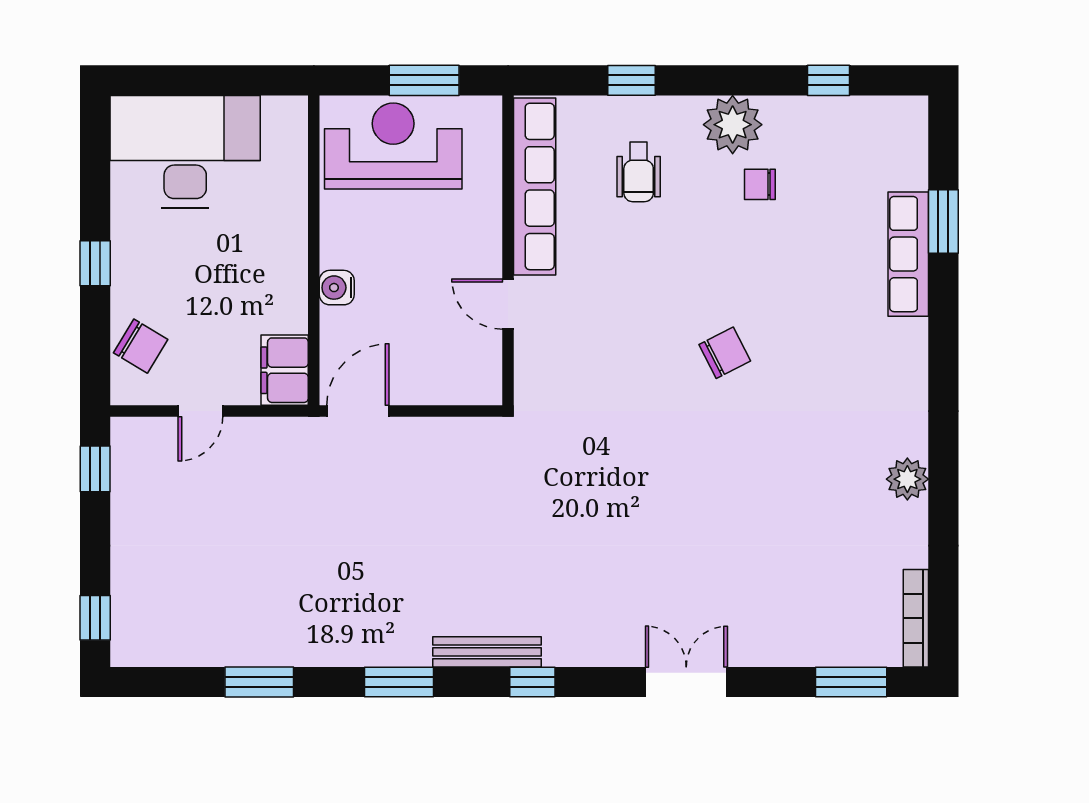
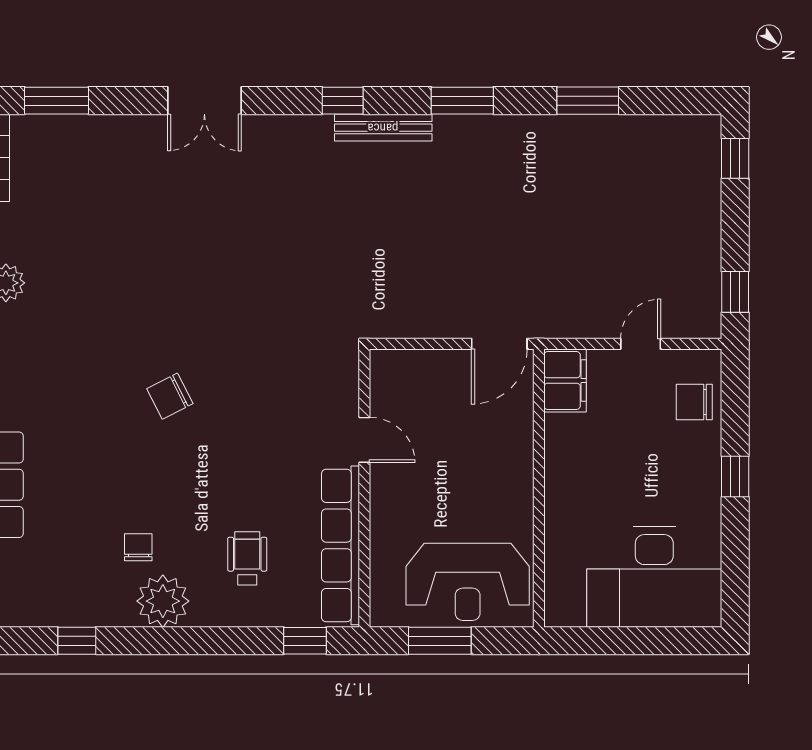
window: (631, 80) -> (305, 641), moved
chair: (760, 184) -> (138, 547), turned -90
water cooler: (337, 288) -> (518, 455), removed
chair: (141, 346) -> (694, 402), turned -31

